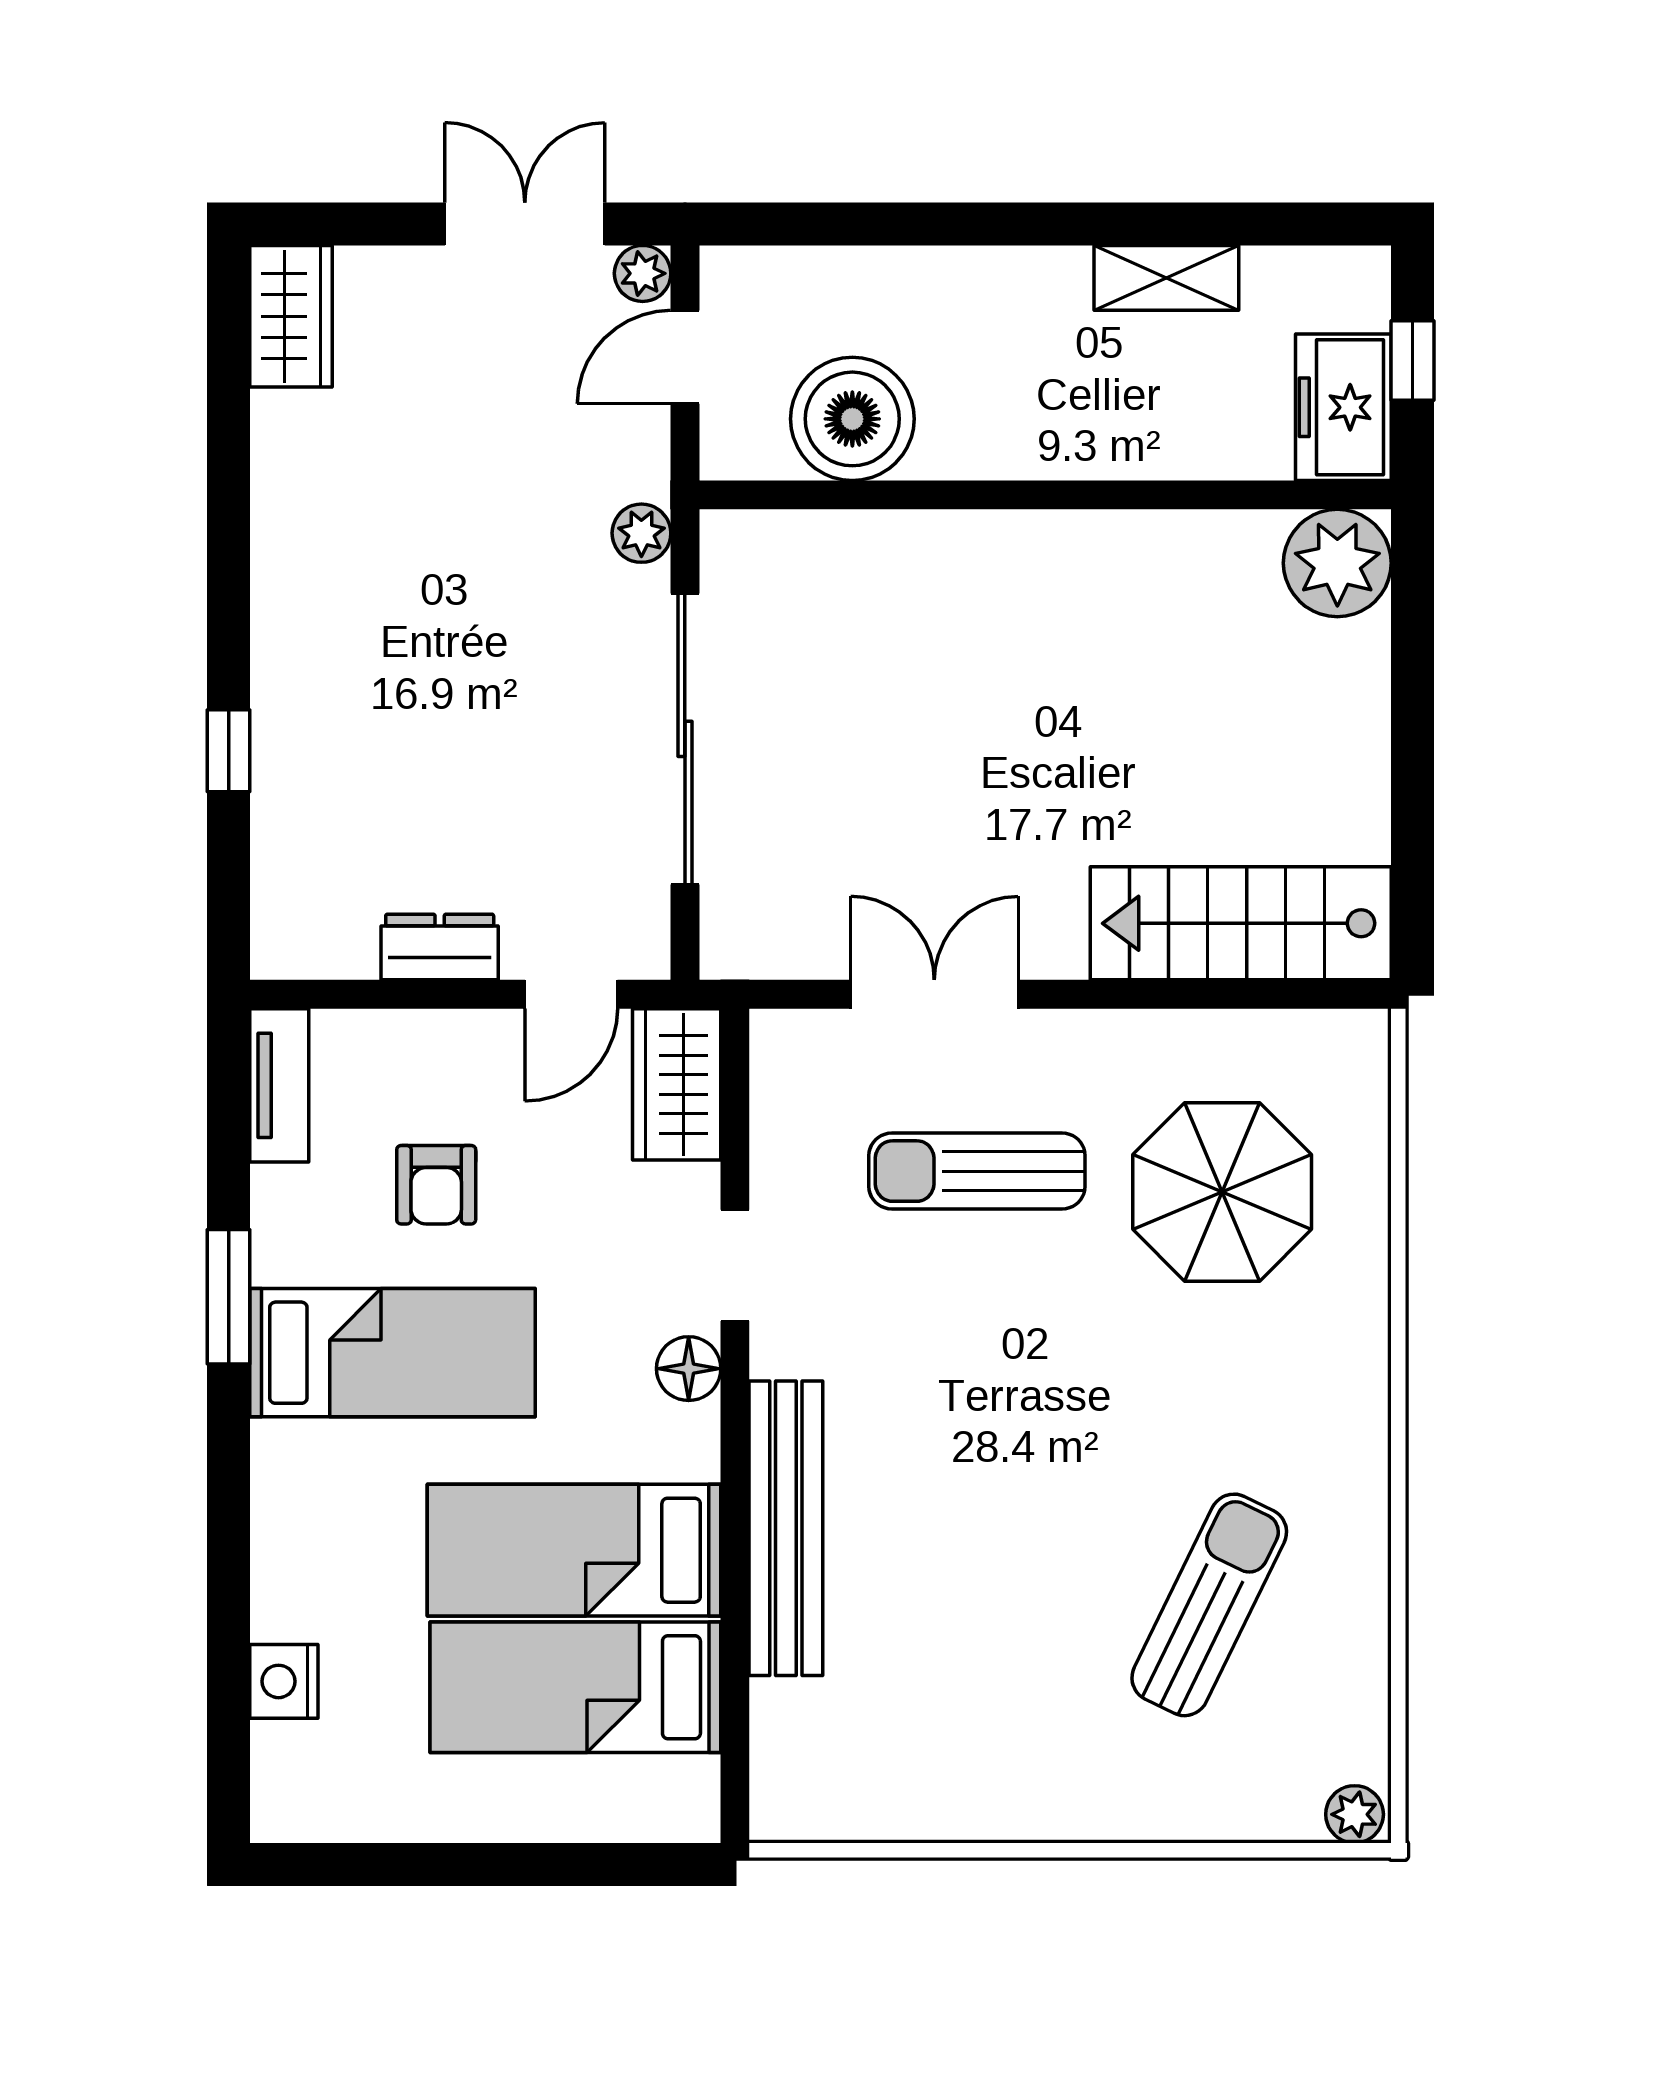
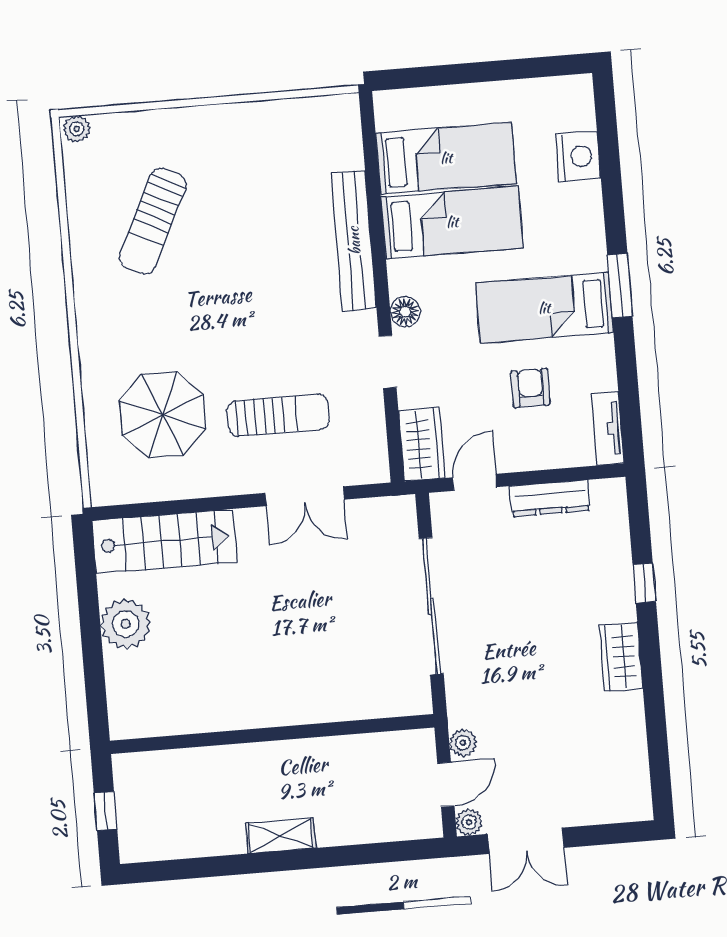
shelving: (1166, 278) -> (281, 836), moved
wardrobe: (291, 316) -> (621, 657), moved
freezer: (1343, 407) -> (136, 787), removed
boiler: (852, 419) -> (365, 762), removed
plant: (641, 533) -> (463, 743), moved
plant: (1337, 563) -> (126, 624), moved
dresser: (440, 947) -> (550, 498), width x1.44
window: (229, 1297) -> (620, 286), moved
nightstand: (284, 1681) -> (578, 156), width x1.36, depth x1.33

